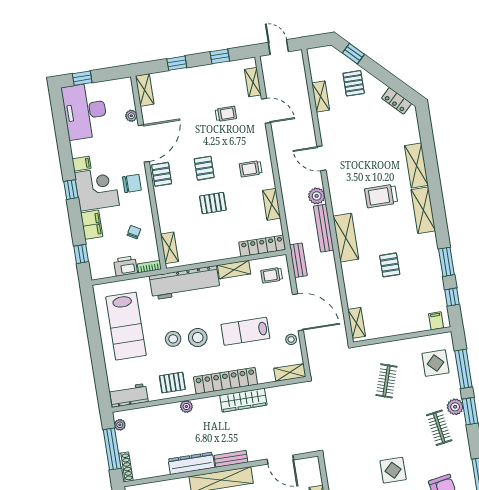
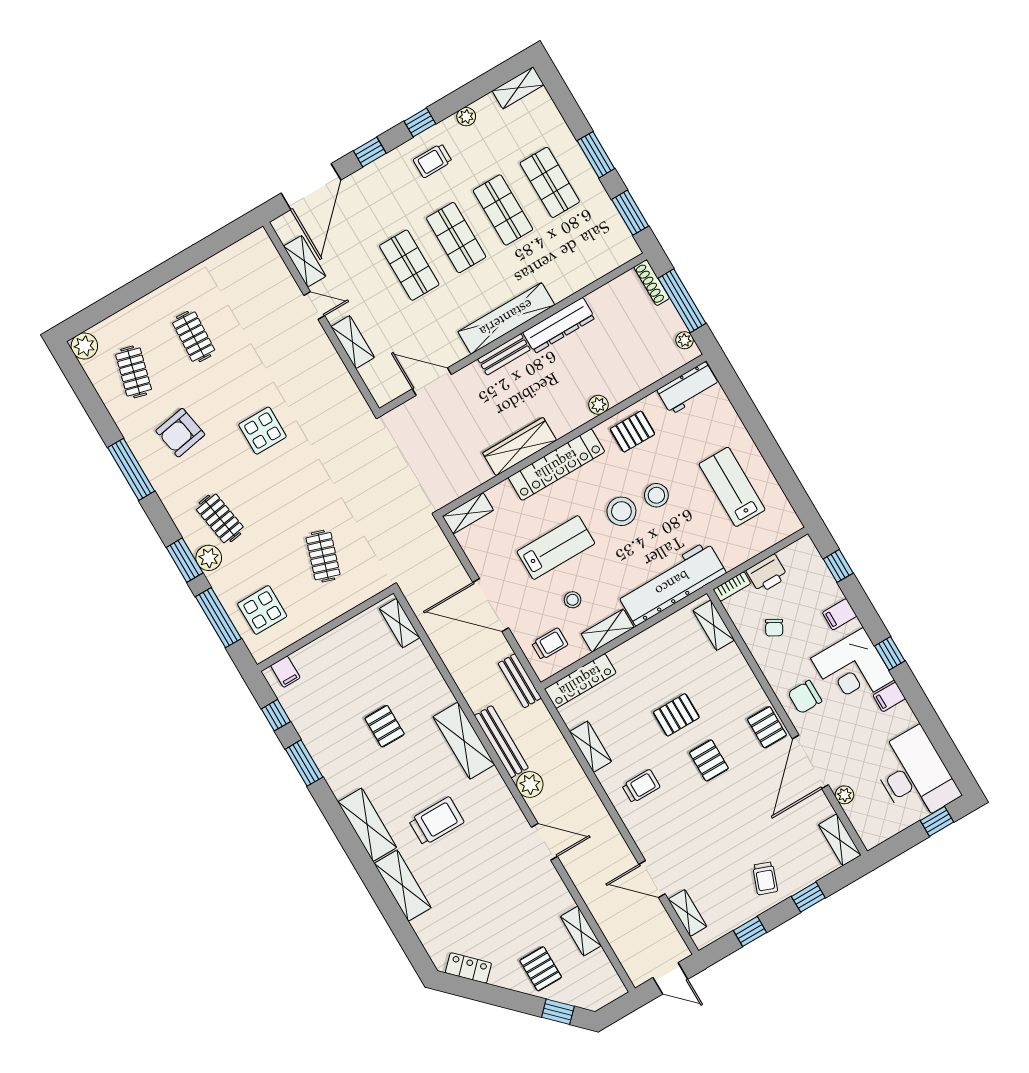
trolley: (226, 114) -> (765, 878), moved, turned -70
filing cabinet: (92, 225) -> (840, 614), width x0.50
lab bench: (126, 326) -> (732, 487), width x0.73, depth x0.72
stool: (291, 339) -> (573, 600), moved

